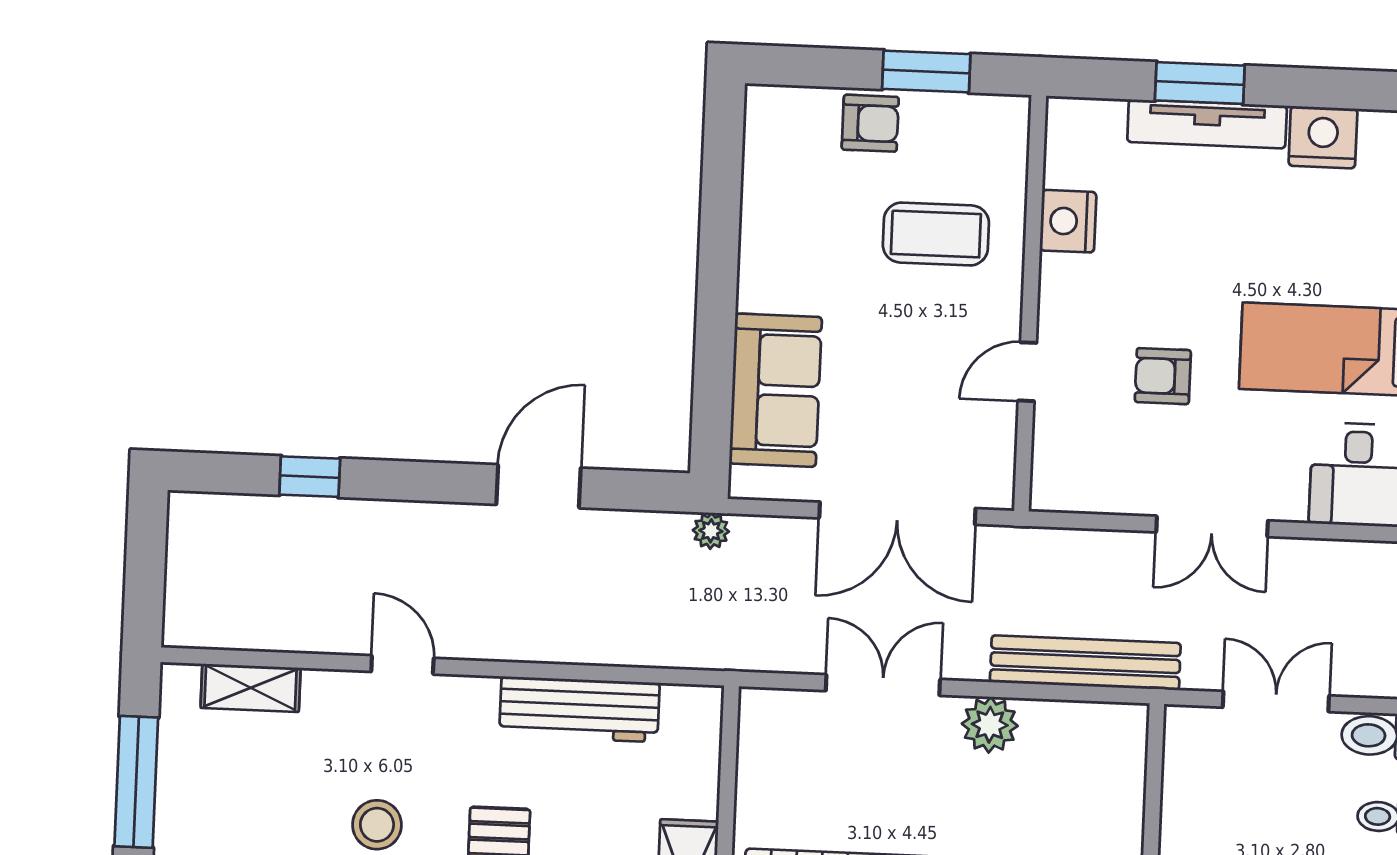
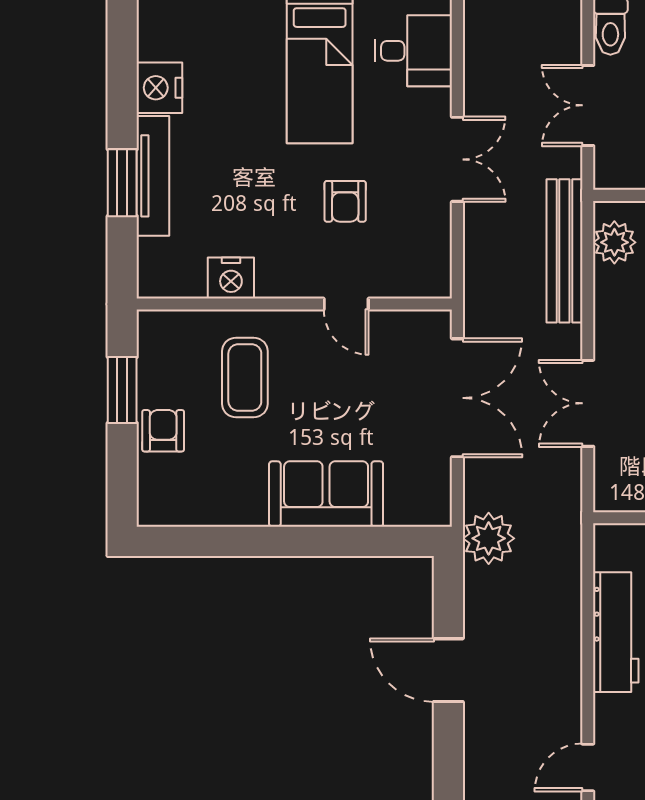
sofa: (775, 390) -> (326, 494), moved
plant: (711, 531) -> (489, 538), width x1.88, depth x1.88
plant: (990, 725) -> (614, 242), moved

